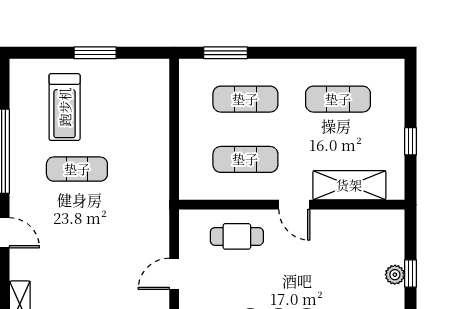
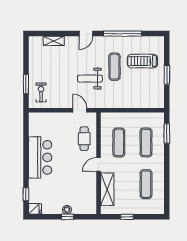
weight bench: (103, 224) -> (90, 79), added
door: (174, 274) -> (80, 110), moved

